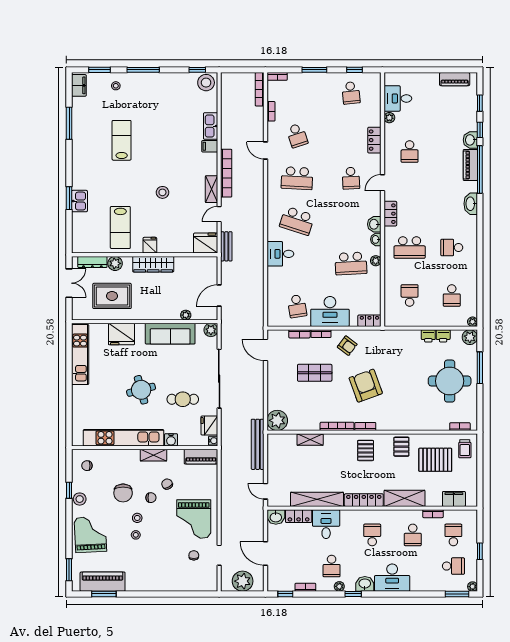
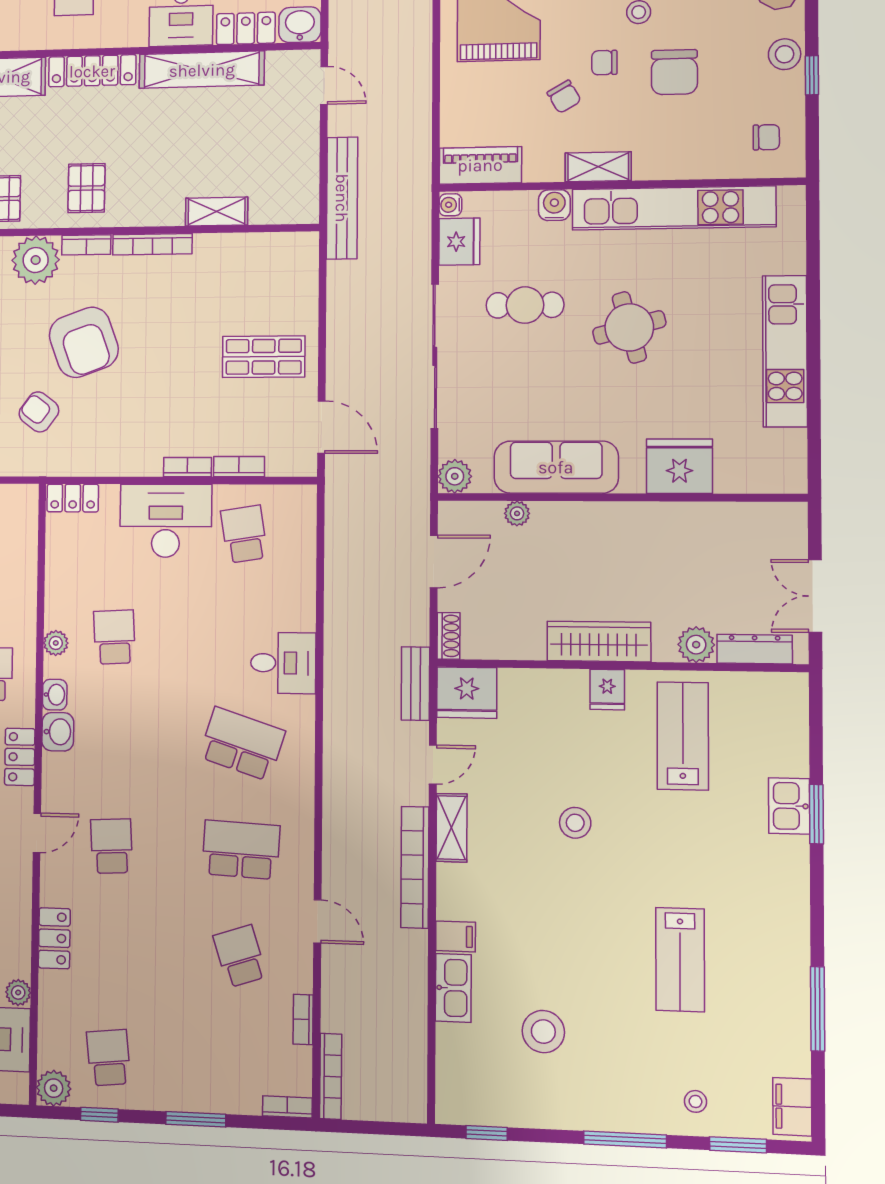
plant: (374, 80) -> (54, 1088), added
stool: (206, 83) -> (543, 1032), moved
school desk: (351, 263) -> (114, 637), width x0.54
shoe rack: (213, 266) -> (449, 636), added
rug: (112, 296) -> (704, 562), removed
armchair: (347, 346) -> (39, 412), moved
kitchen unit: (80, 354) -> (785, 351), moved
shop shelf: (315, 373) -> (264, 357), moved
plant: (277, 420) -> (36, 260), moved
chair: (123, 493) -> (674, 72), turned 180

